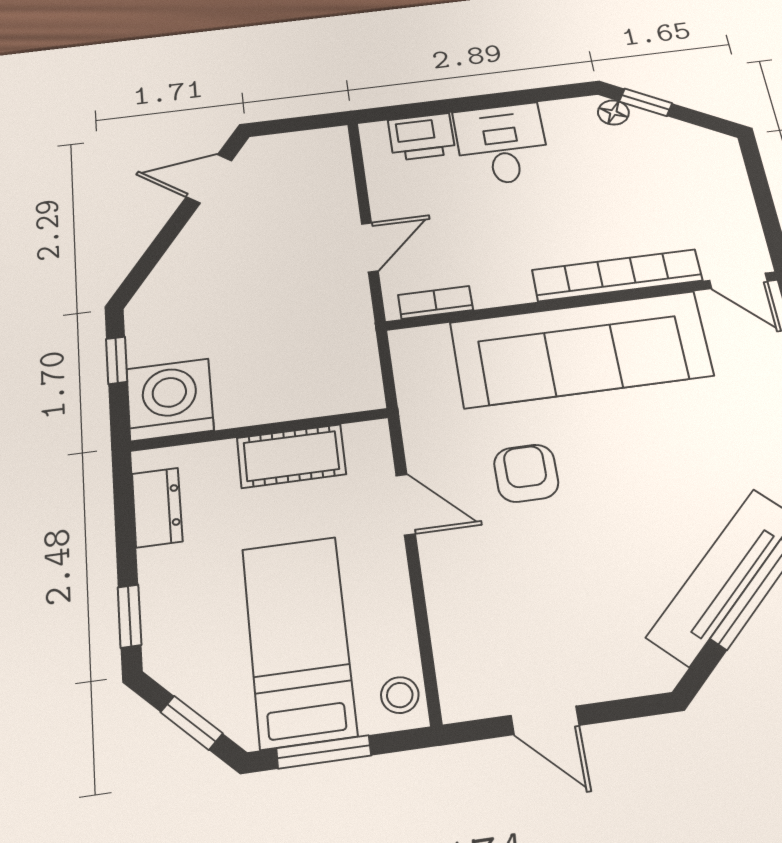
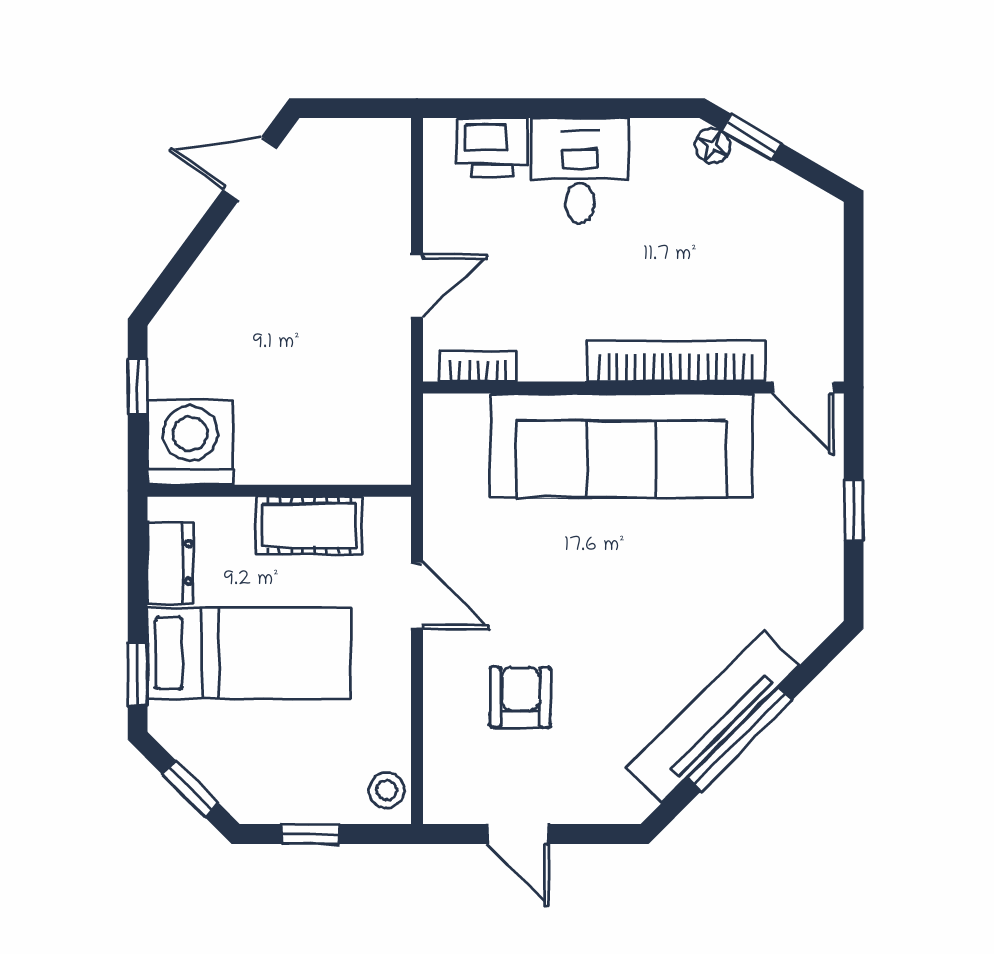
armchair: (526, 473) -> (520, 697), moved
bed: (299, 641) -> (249, 653), moved, turned 90
window: (324, 752) -> (310, 834), width x0.67

